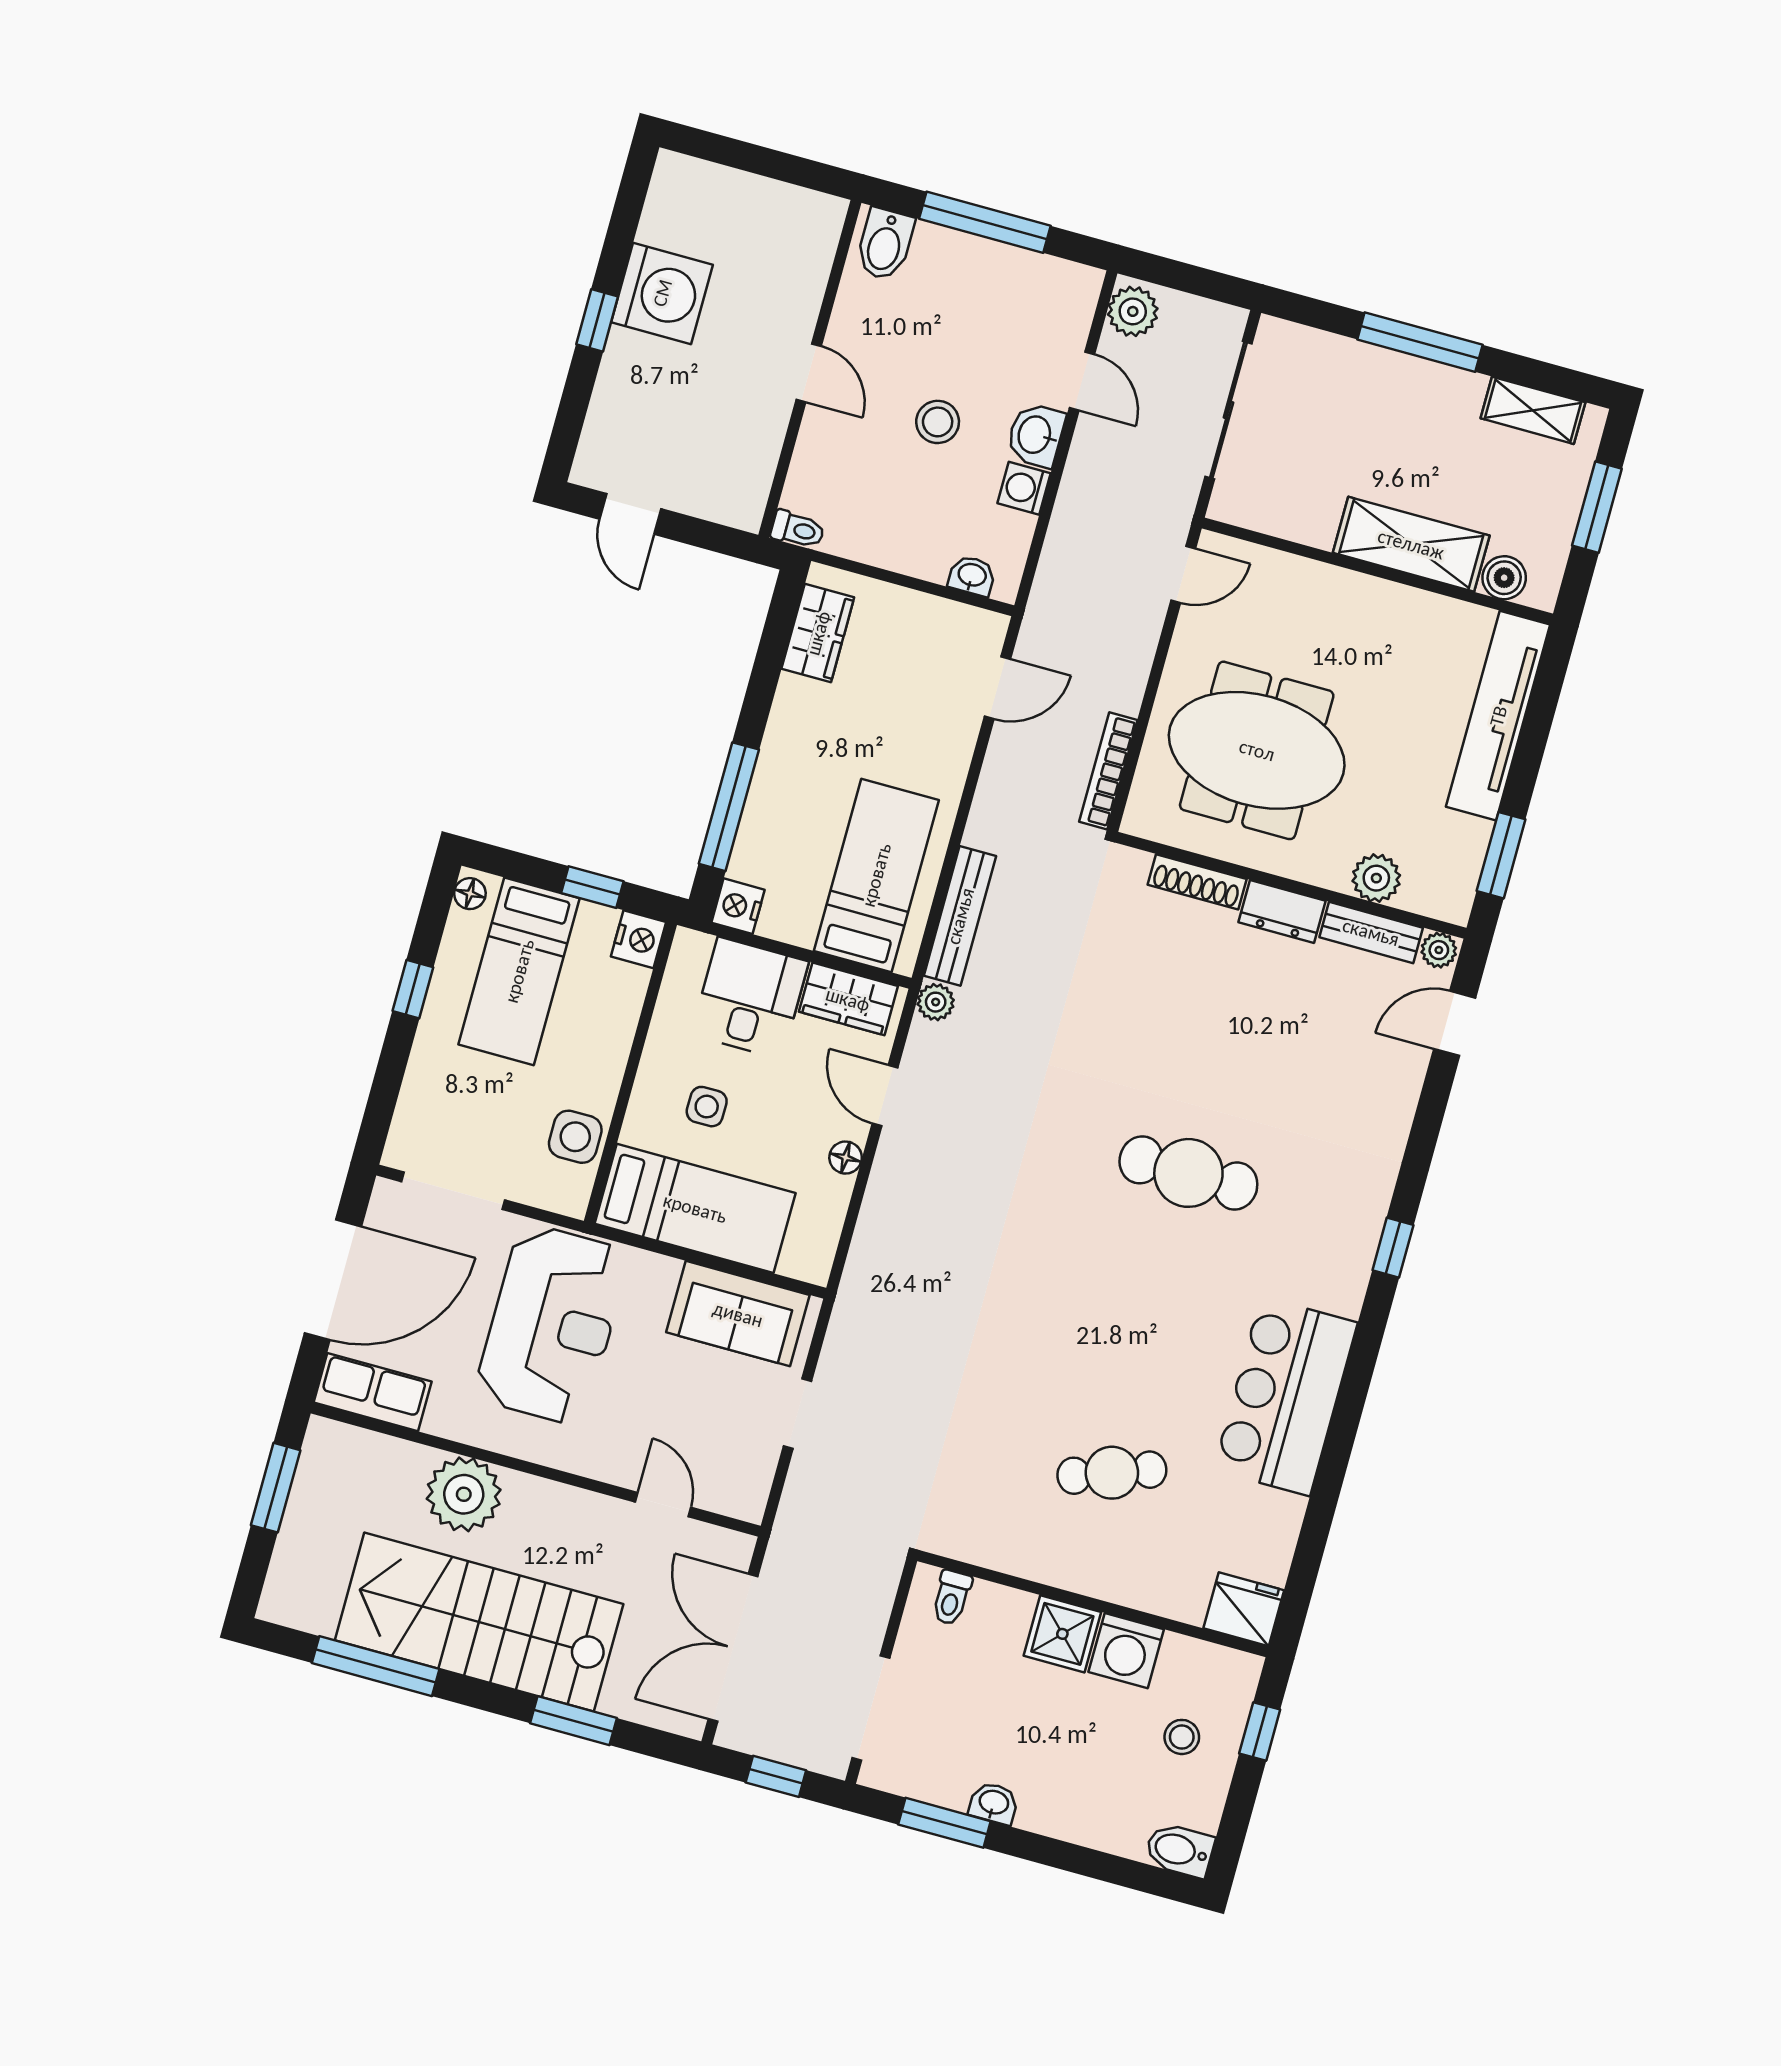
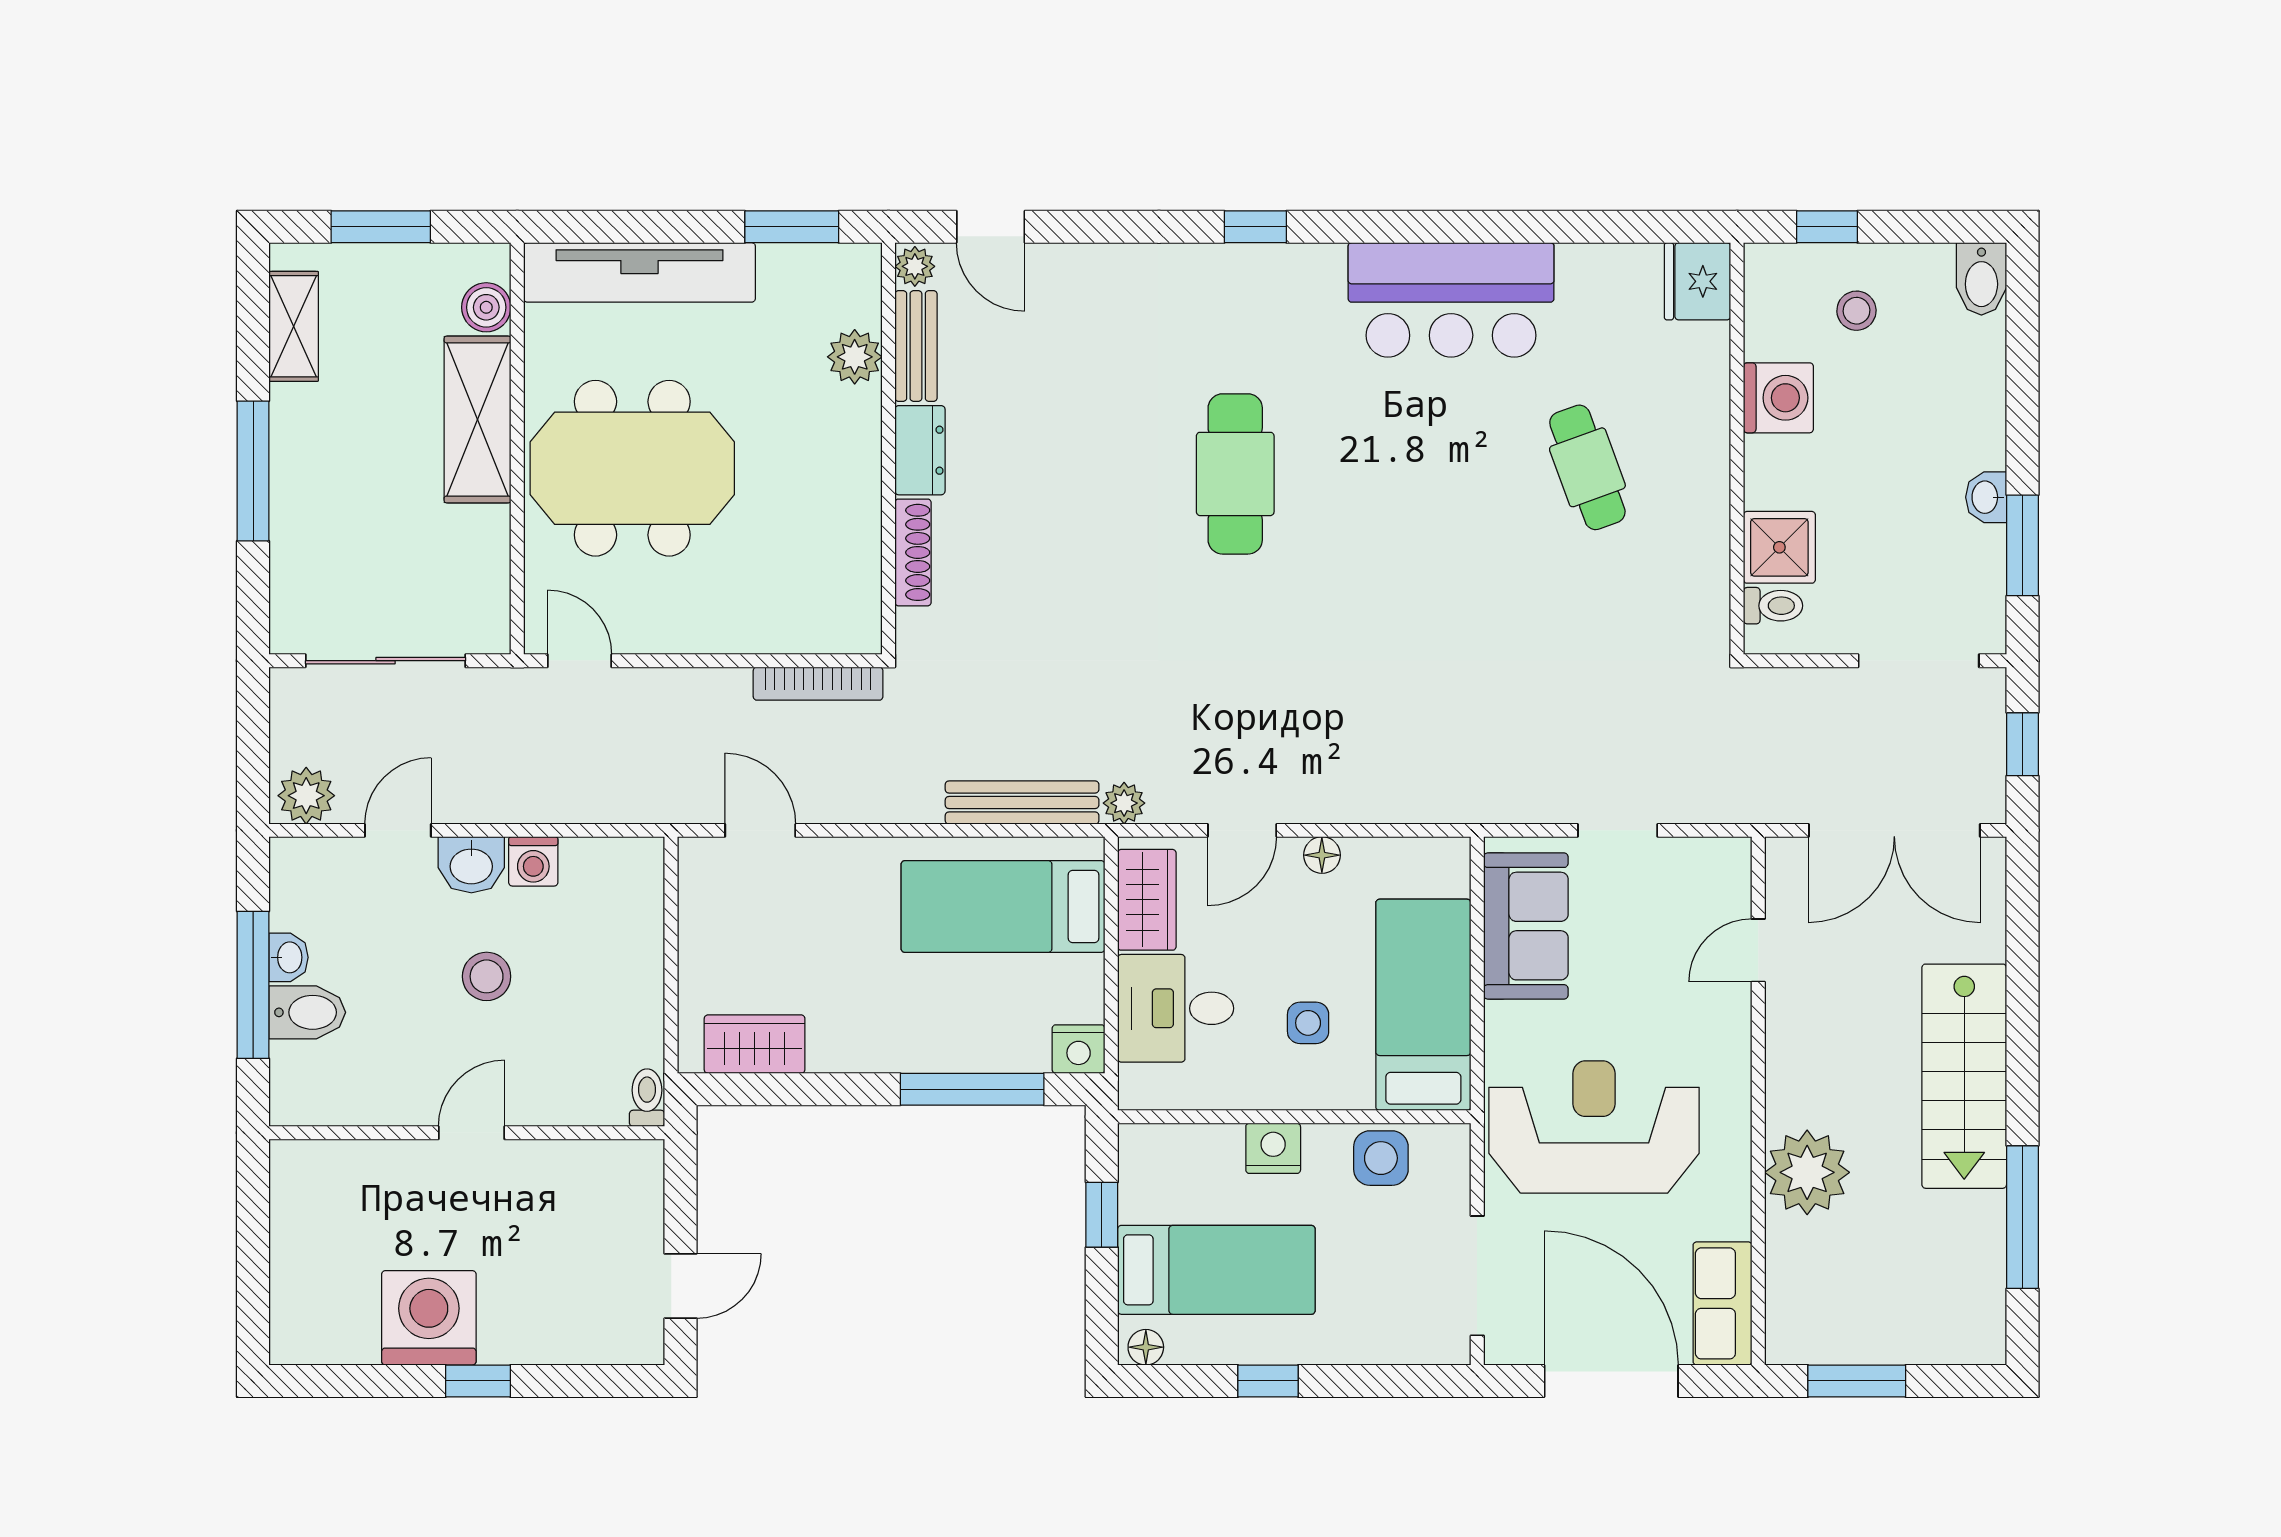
bidet: (885, 244) -> (307, 1012), moved
washbasin: (972, 576) -> (289, 957), moved, turned 180
meeting table: (1257, 750) -> (632, 468), moved, turned 90
nightstand: (639, 939) -> (1273, 1148), moved
stairs: (479, 1622) -> (1964, 1076), width x0.73, depth x0.66
shower: (1062, 1634) -> (1779, 547), moved
window: (574, 1721) -> (2022, 983), removed

